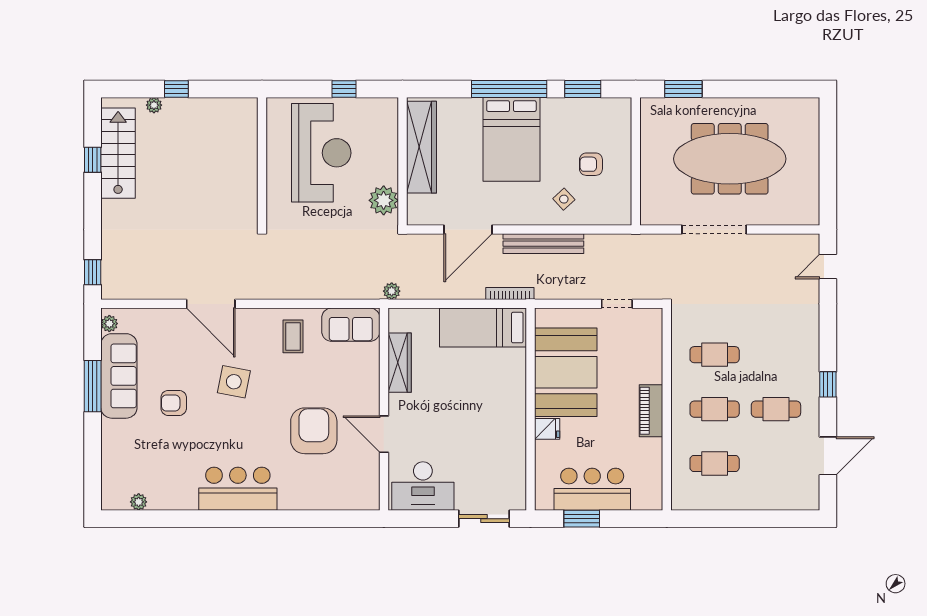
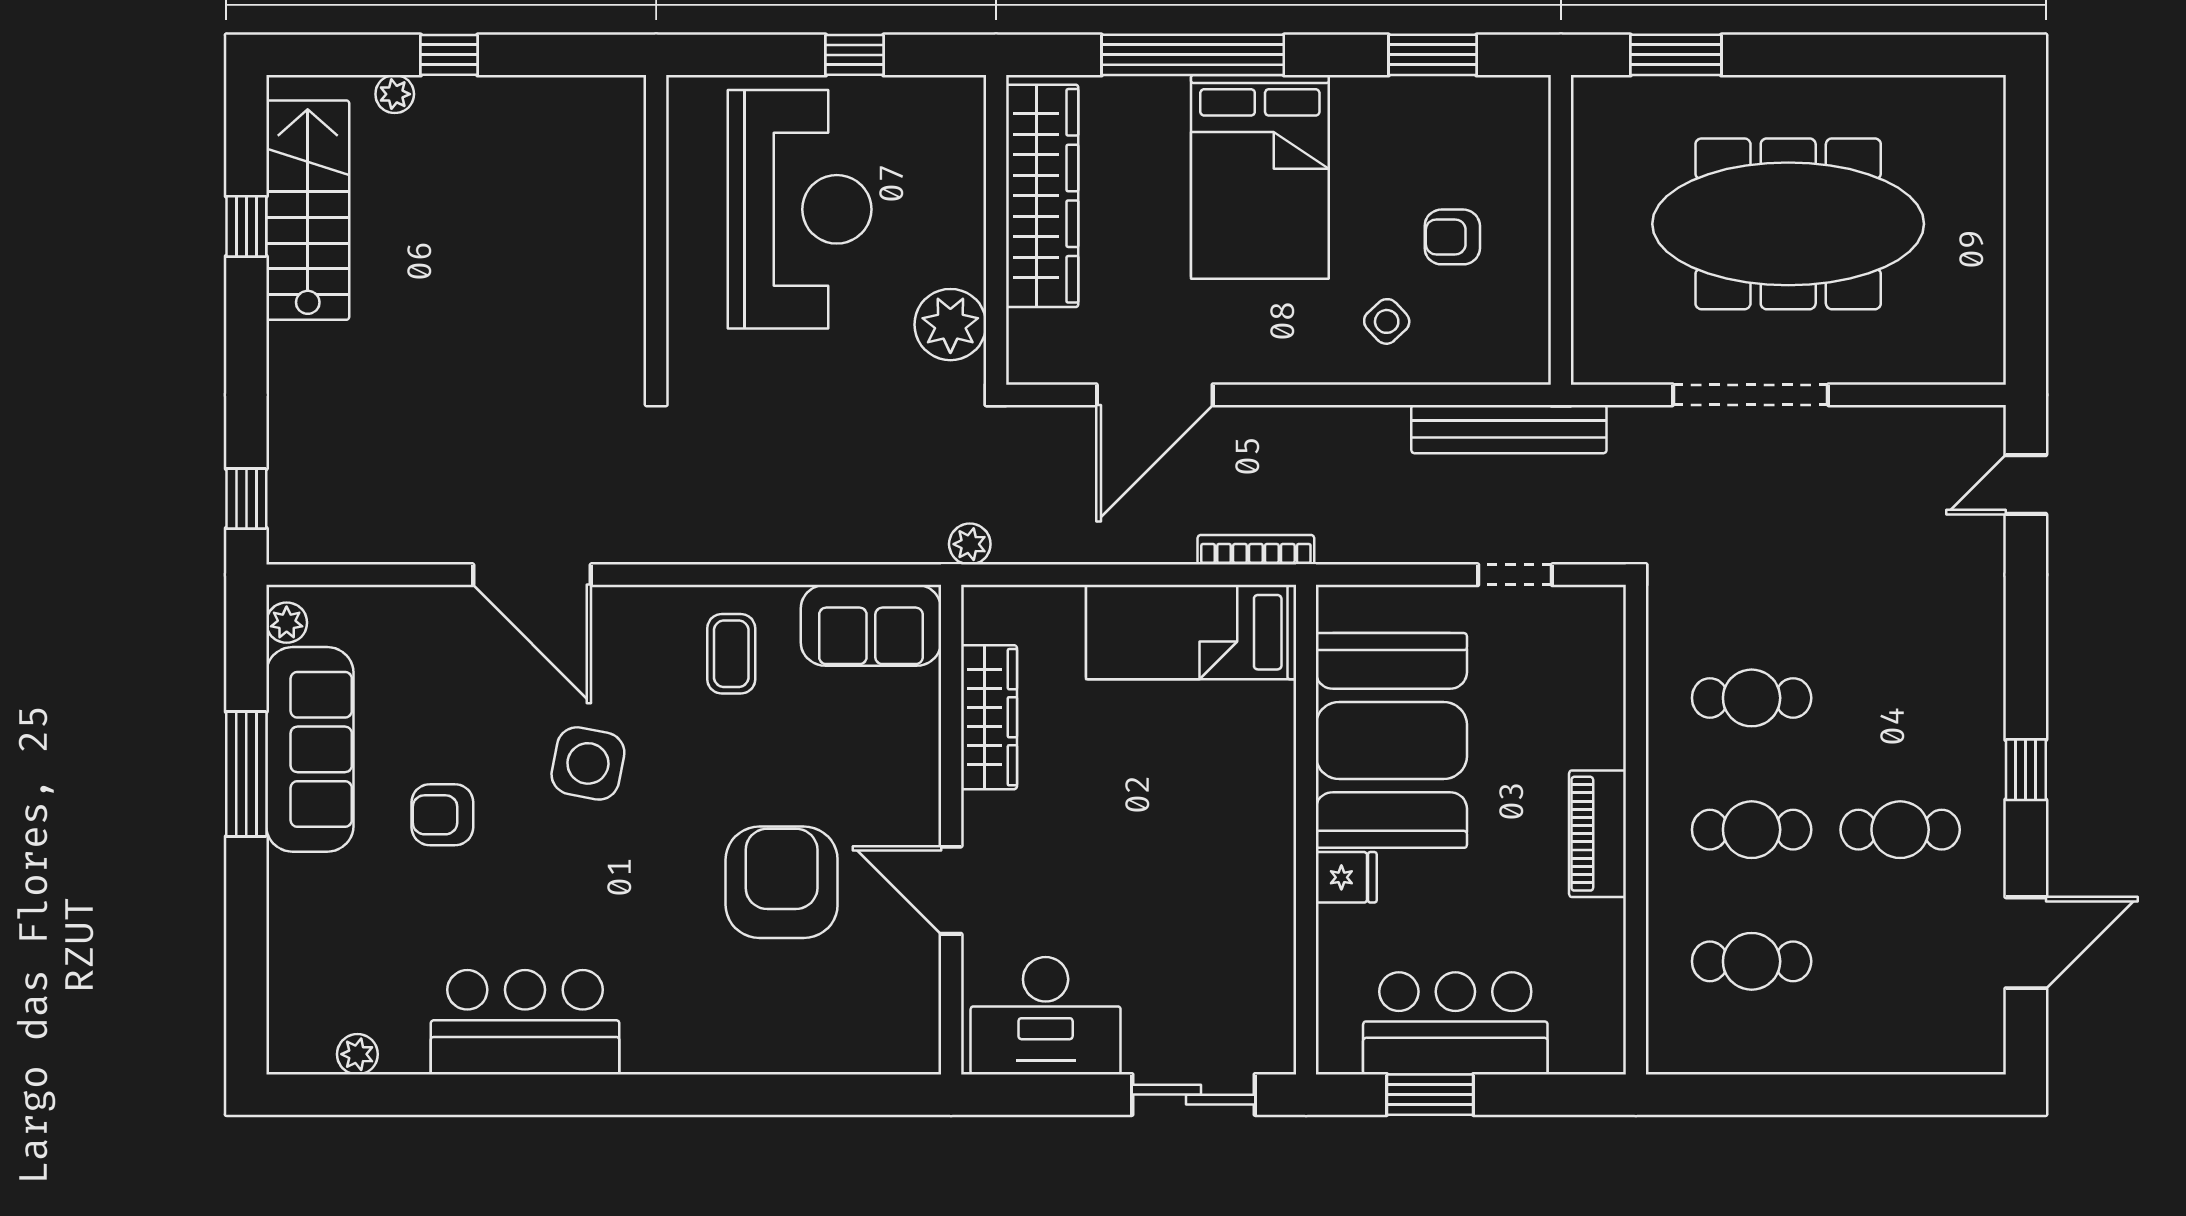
window: (509, 89) -> (1193, 55), moved
bench: (543, 244) -> (1509, 429), moved
bar counter: (238, 489) -> (525, 1022), moved

